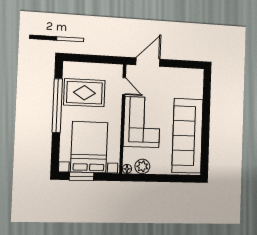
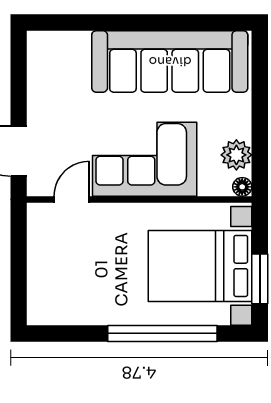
rug: (84, 93) -> (89, 280), removed
window: (57, 106) -> (162, 333), moved

